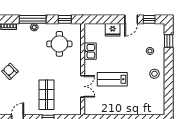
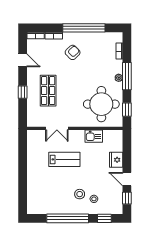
round table: (59, 44) -> (101, 104), width x1.36, depth x1.36
stool: (154, 74) -> (80, 194), moved
window: (169, 76) -> (68, 218), added
lab bench: (112, 79) -> (64, 159), turned 90
shop shelf: (46, 95) -> (48, 91), turned 90

